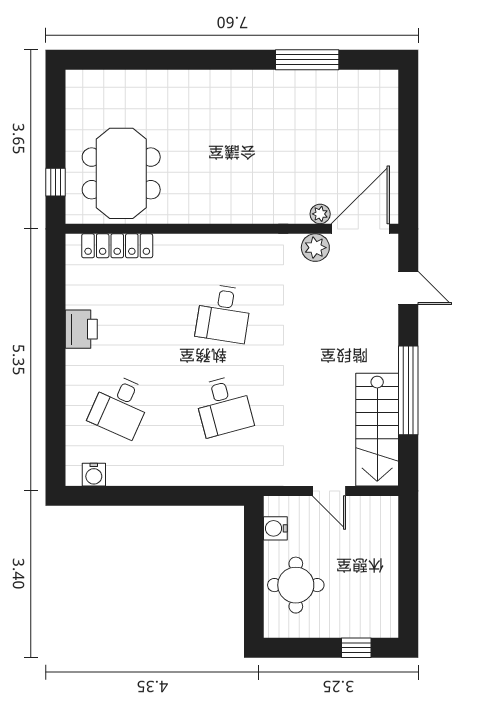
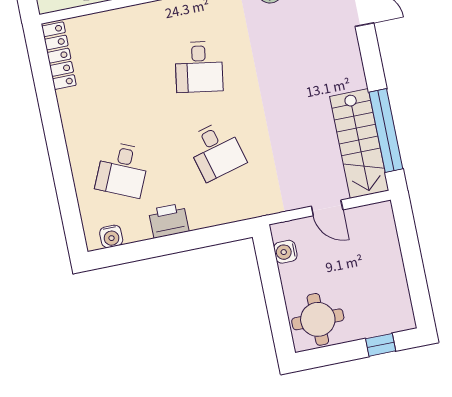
locker: (117, 246) -> (59, 56), moved, turned -90
printer: (81, 329) -> (169, 221), moved, turned -90
window: (408, 390) -> (386, 131), moved
round table: (296, 585) -> (318, 319), moved

